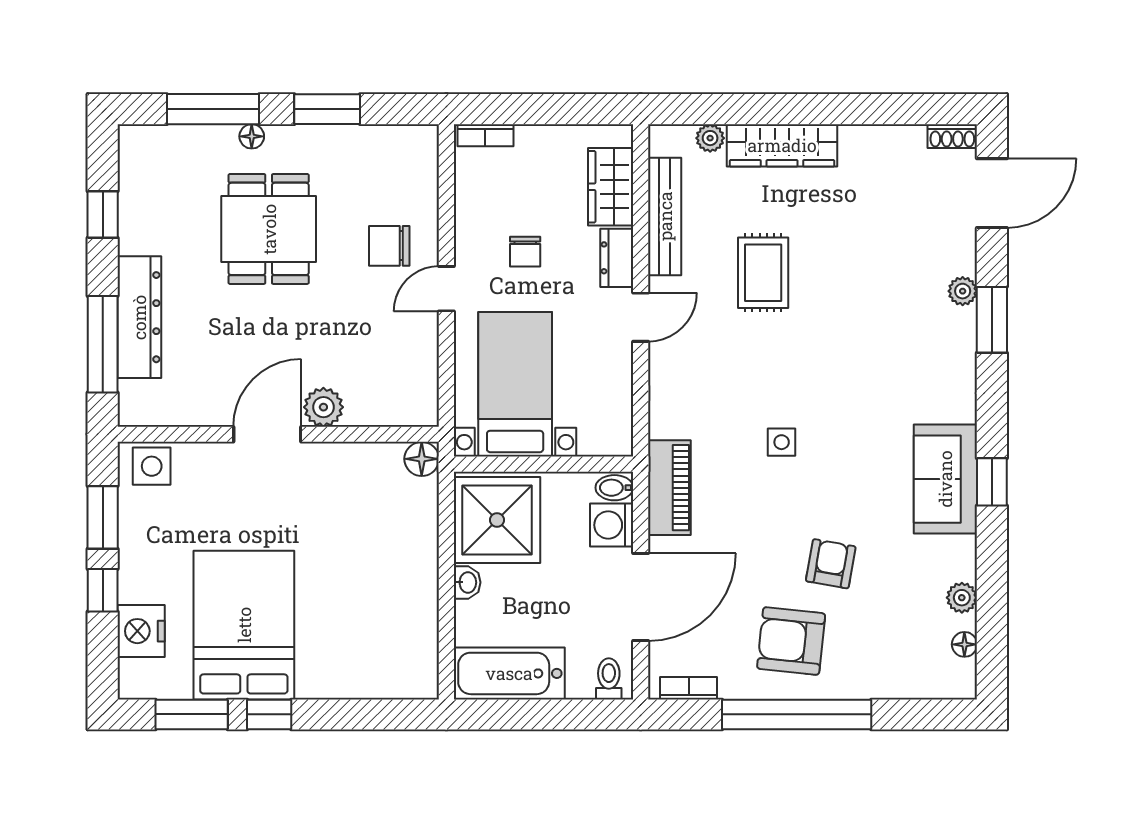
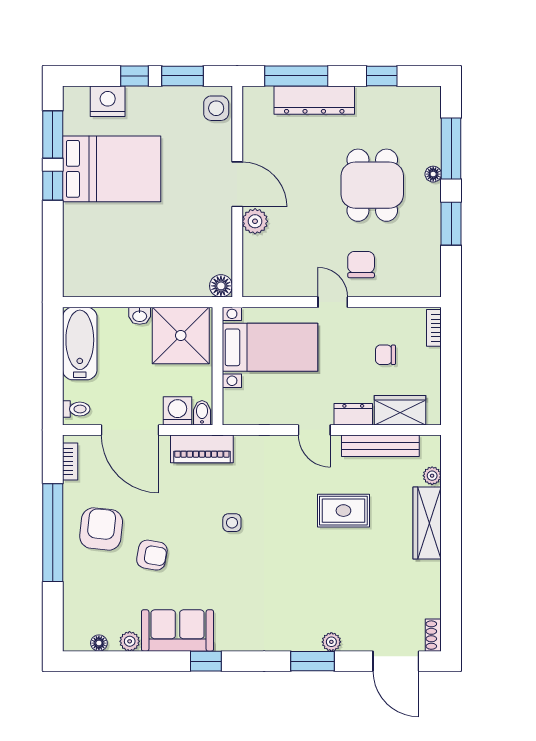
dining table: (269, 229) -> (372, 185), turned 90
chair: (525, 252) -> (385, 355), moved
sofa: (945, 479) -> (177, 630), moved

